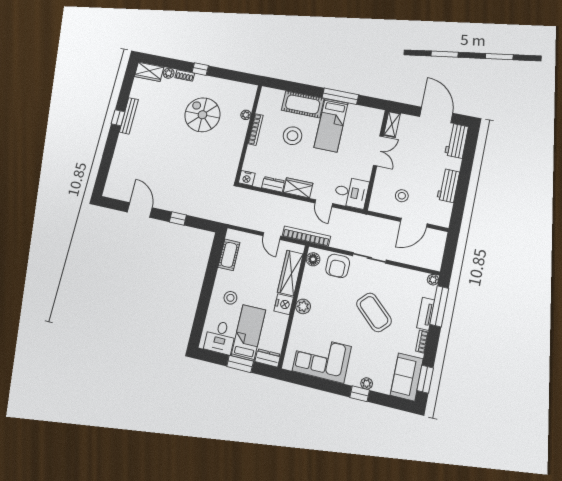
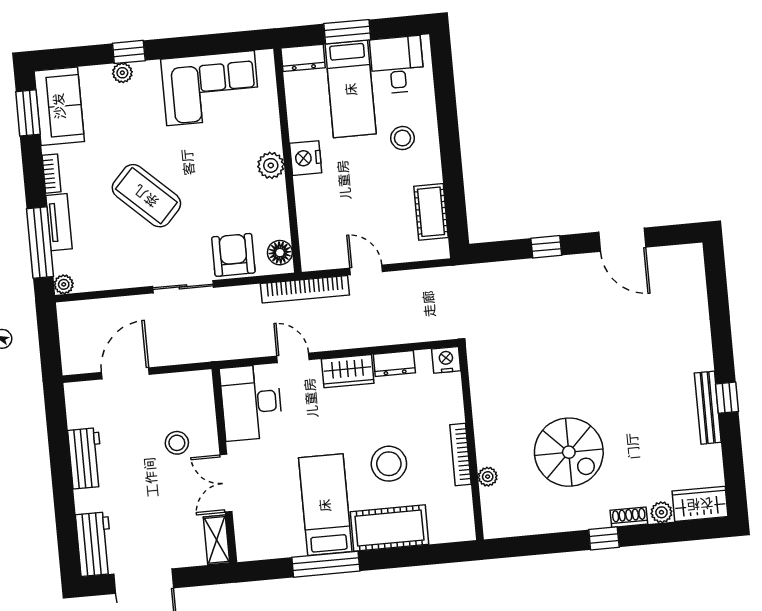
desk: (351, 193) -> (251, 402), width x1.37
stool: (402, 196) -> (177, 443), moved
wardrobe: (290, 273) -> (312, 216), removed

